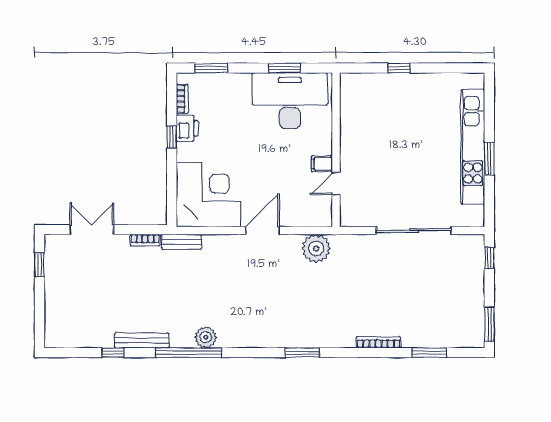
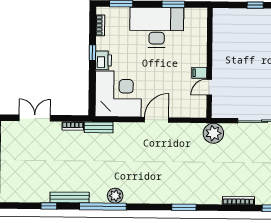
desk: (290, 101) -> (157, 27), moved
printer: (187, 128) -> (103, 60), moved
plant: (316, 248) -> (213, 133), moved

